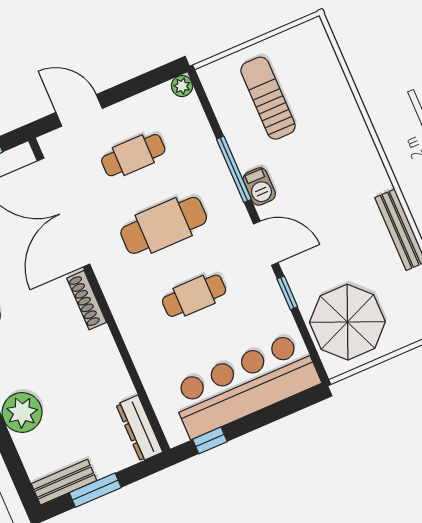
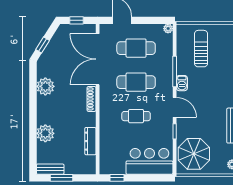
cafe table: (133, 155) -> (136, 48), width x1.37, depth x1.35
bar counter: (245, 385) -> (149, 161), width x0.73
dresser: (139, 428) -> (90, 141), moved

